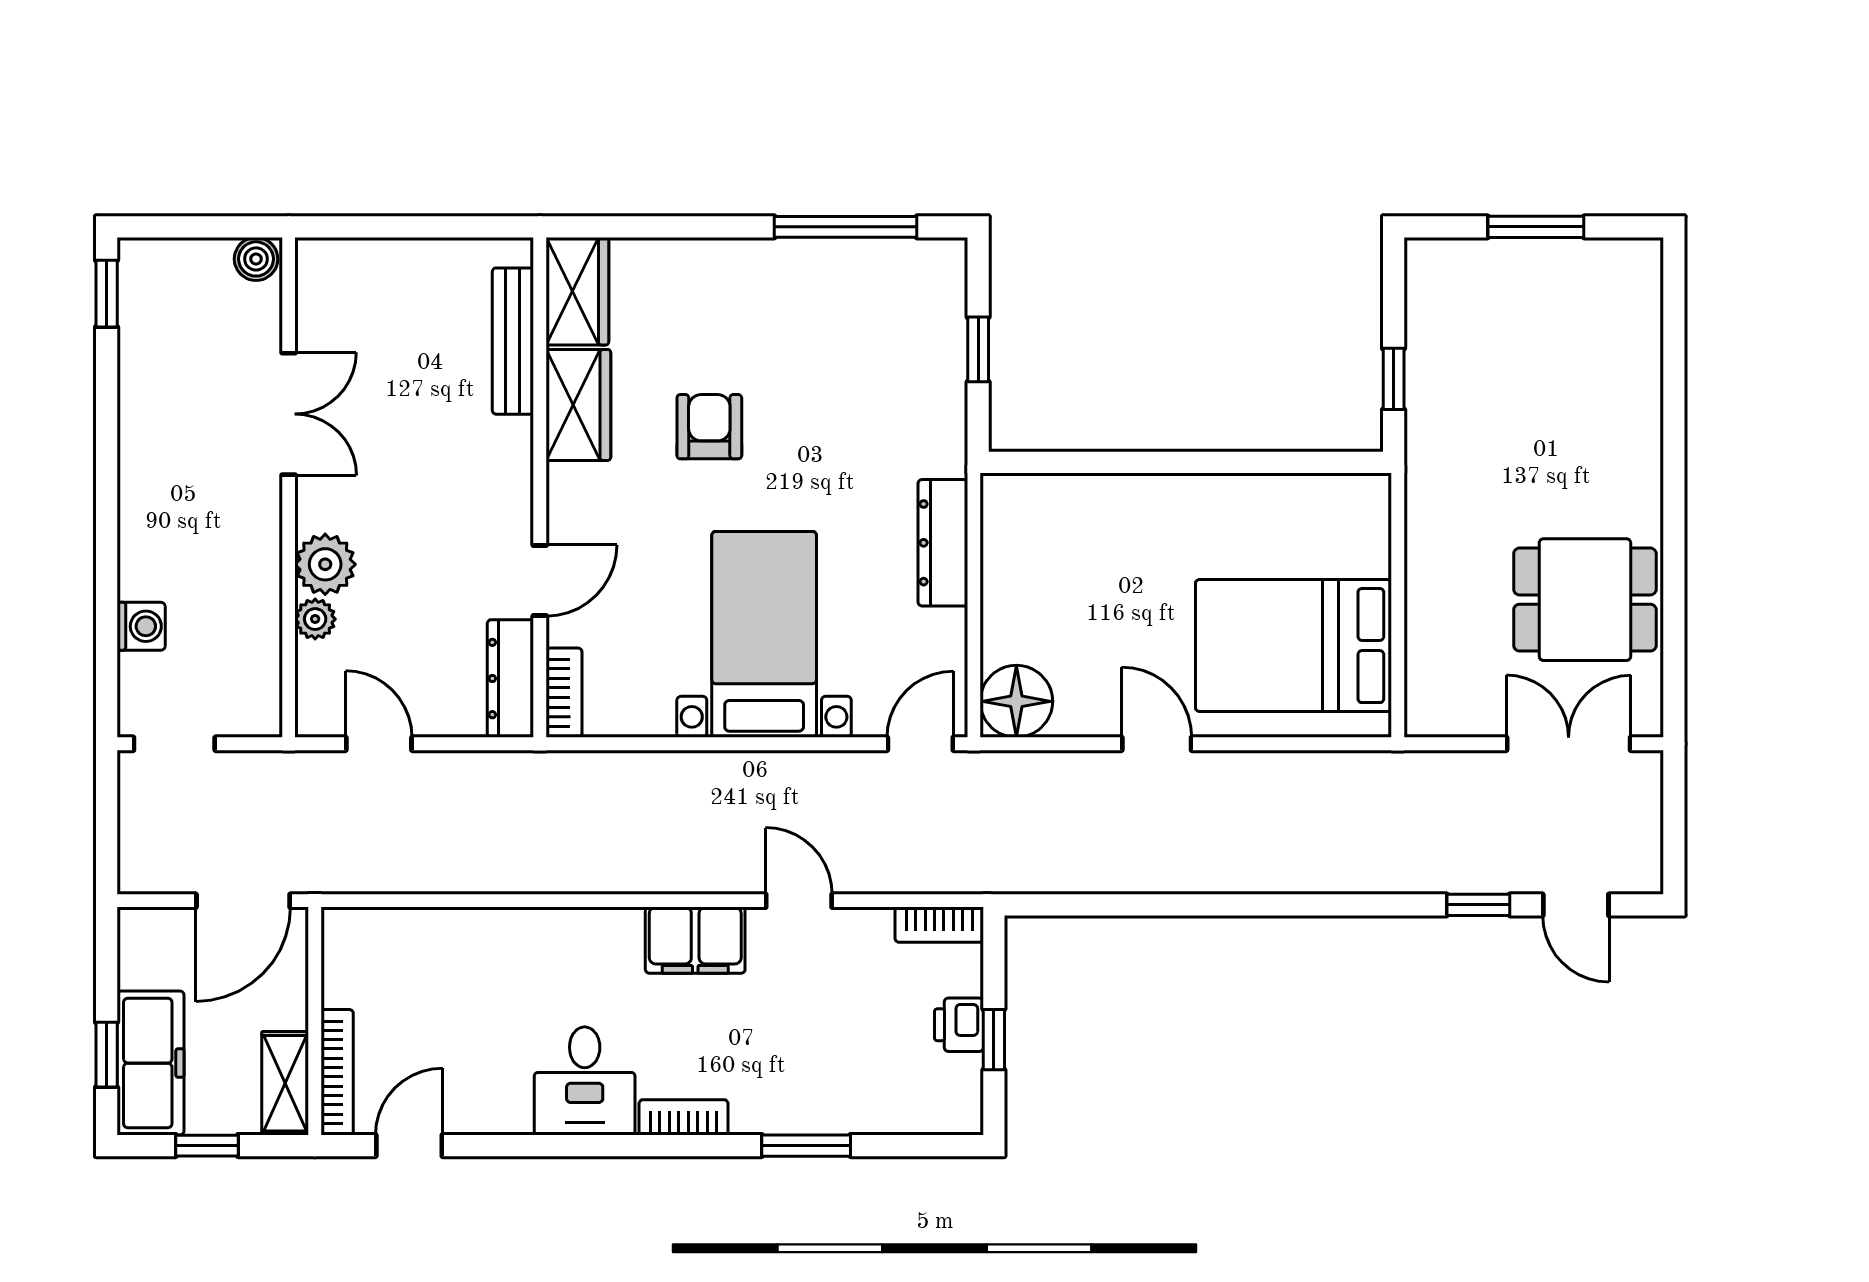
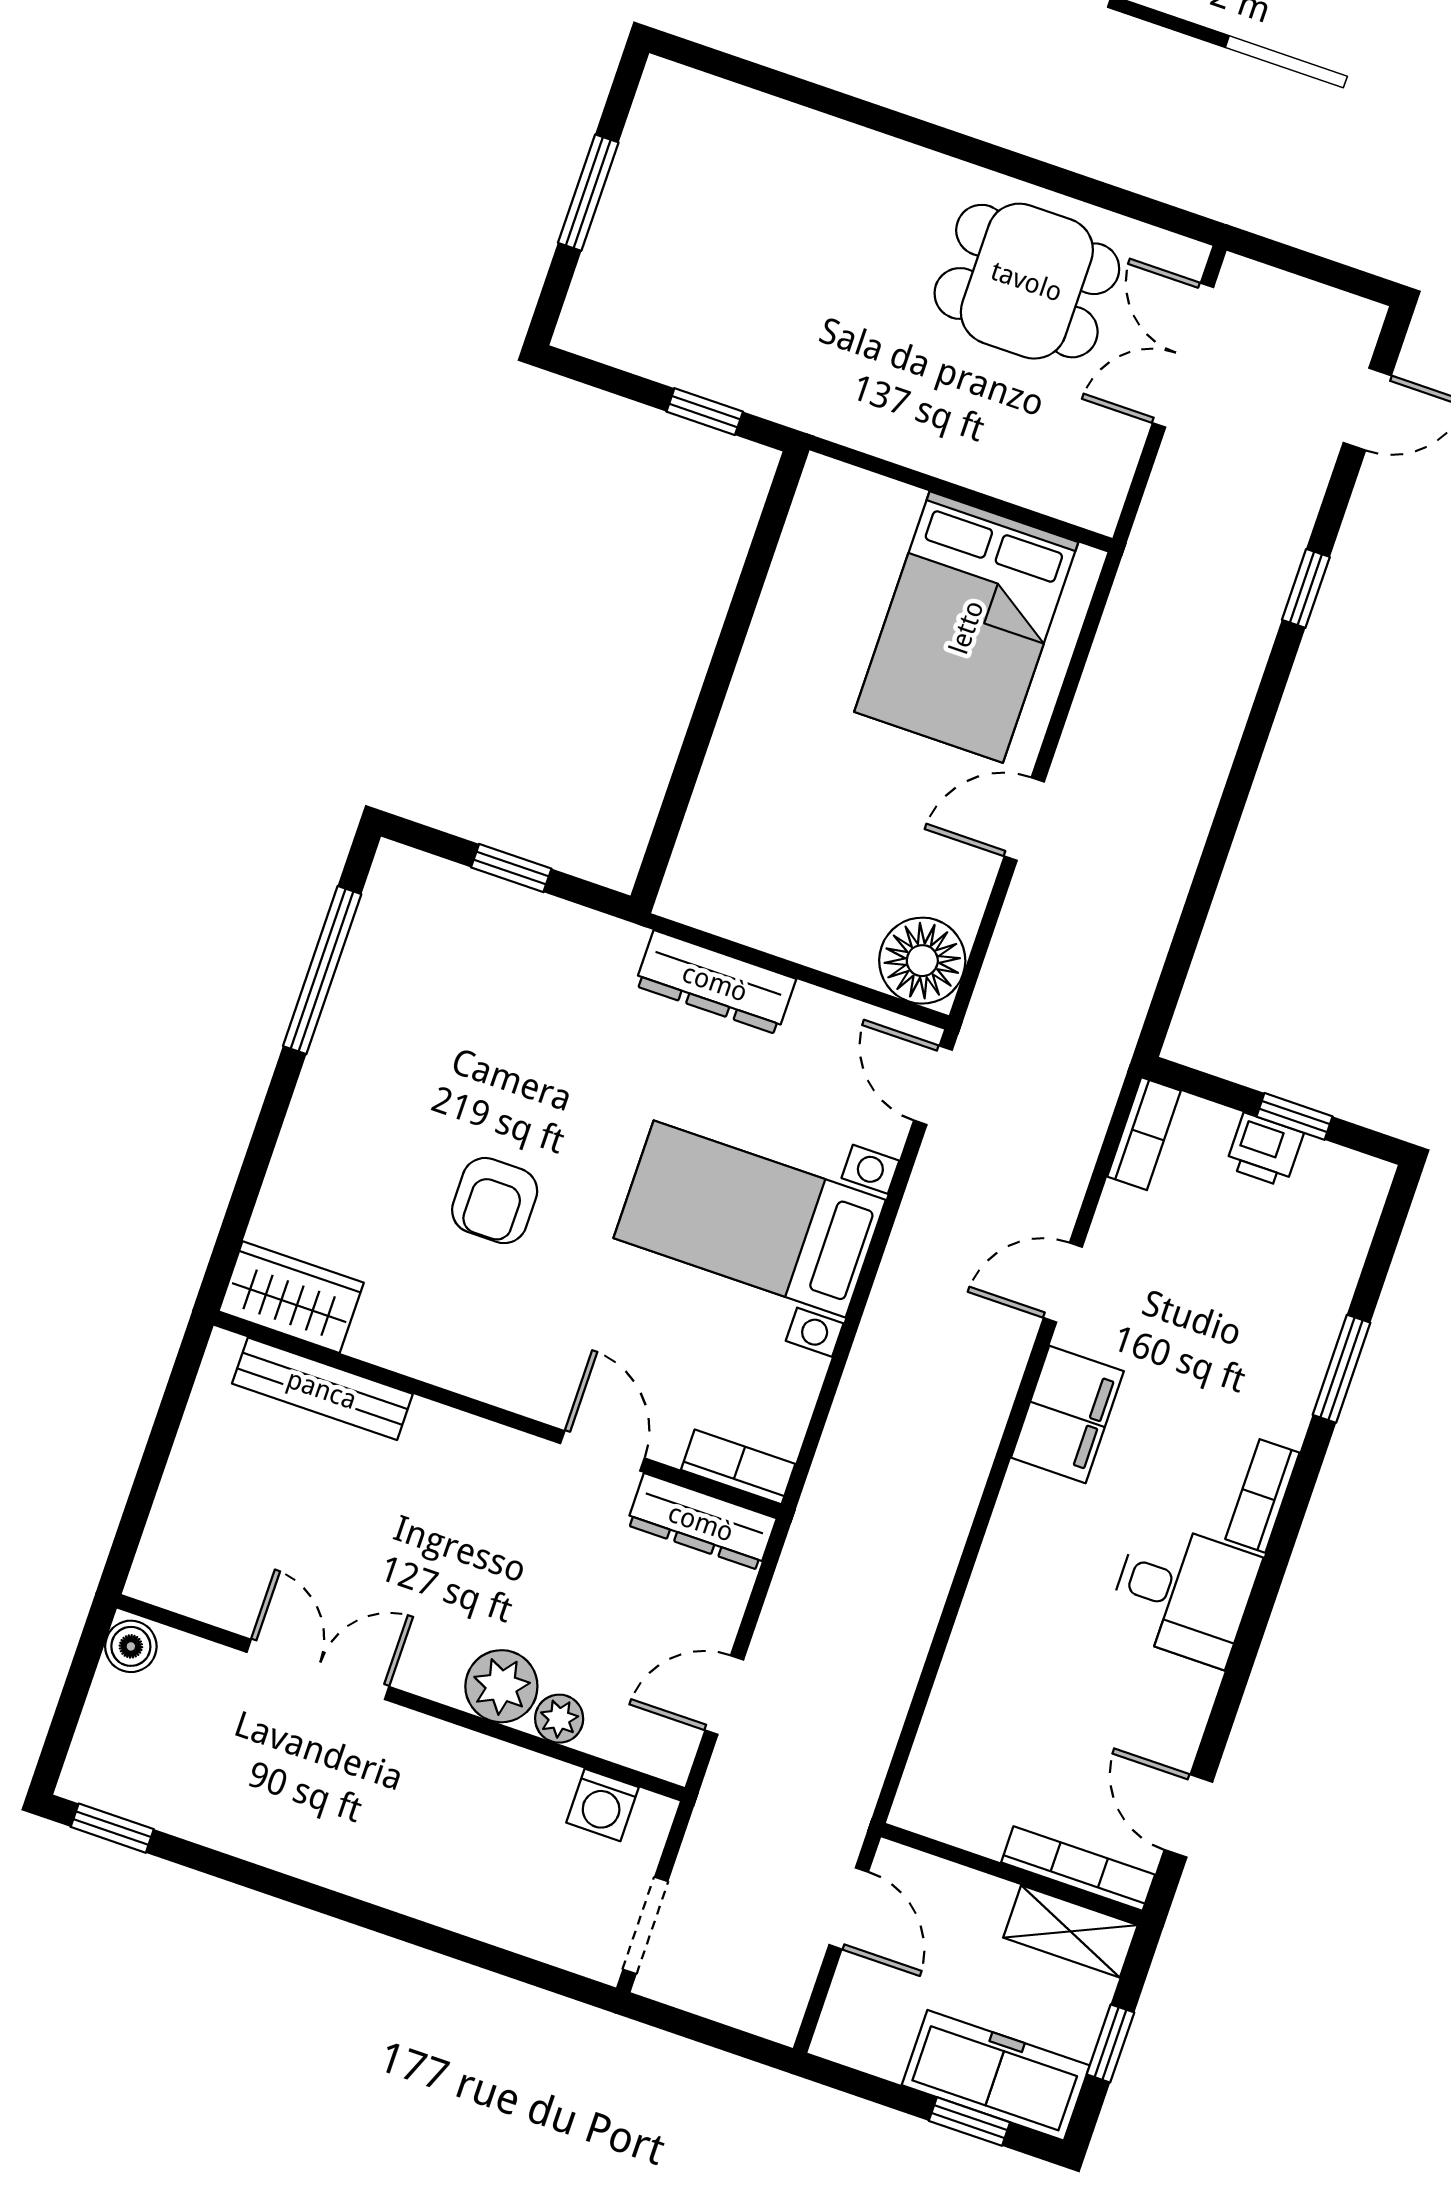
wardrobe: (578, 405) -> (420, 1340), removed
armchair: (709, 427) -> (495, 1201), turned -90
dining table: (1585, 600) -> (1027, 281), turned 90
washing machine: (141, 626) -> (603, 1805), moved, turned 180
door: (243, 901) -> (849, 1908), width x0.73
window: (1478, 905) -> (1306, 588), moved

